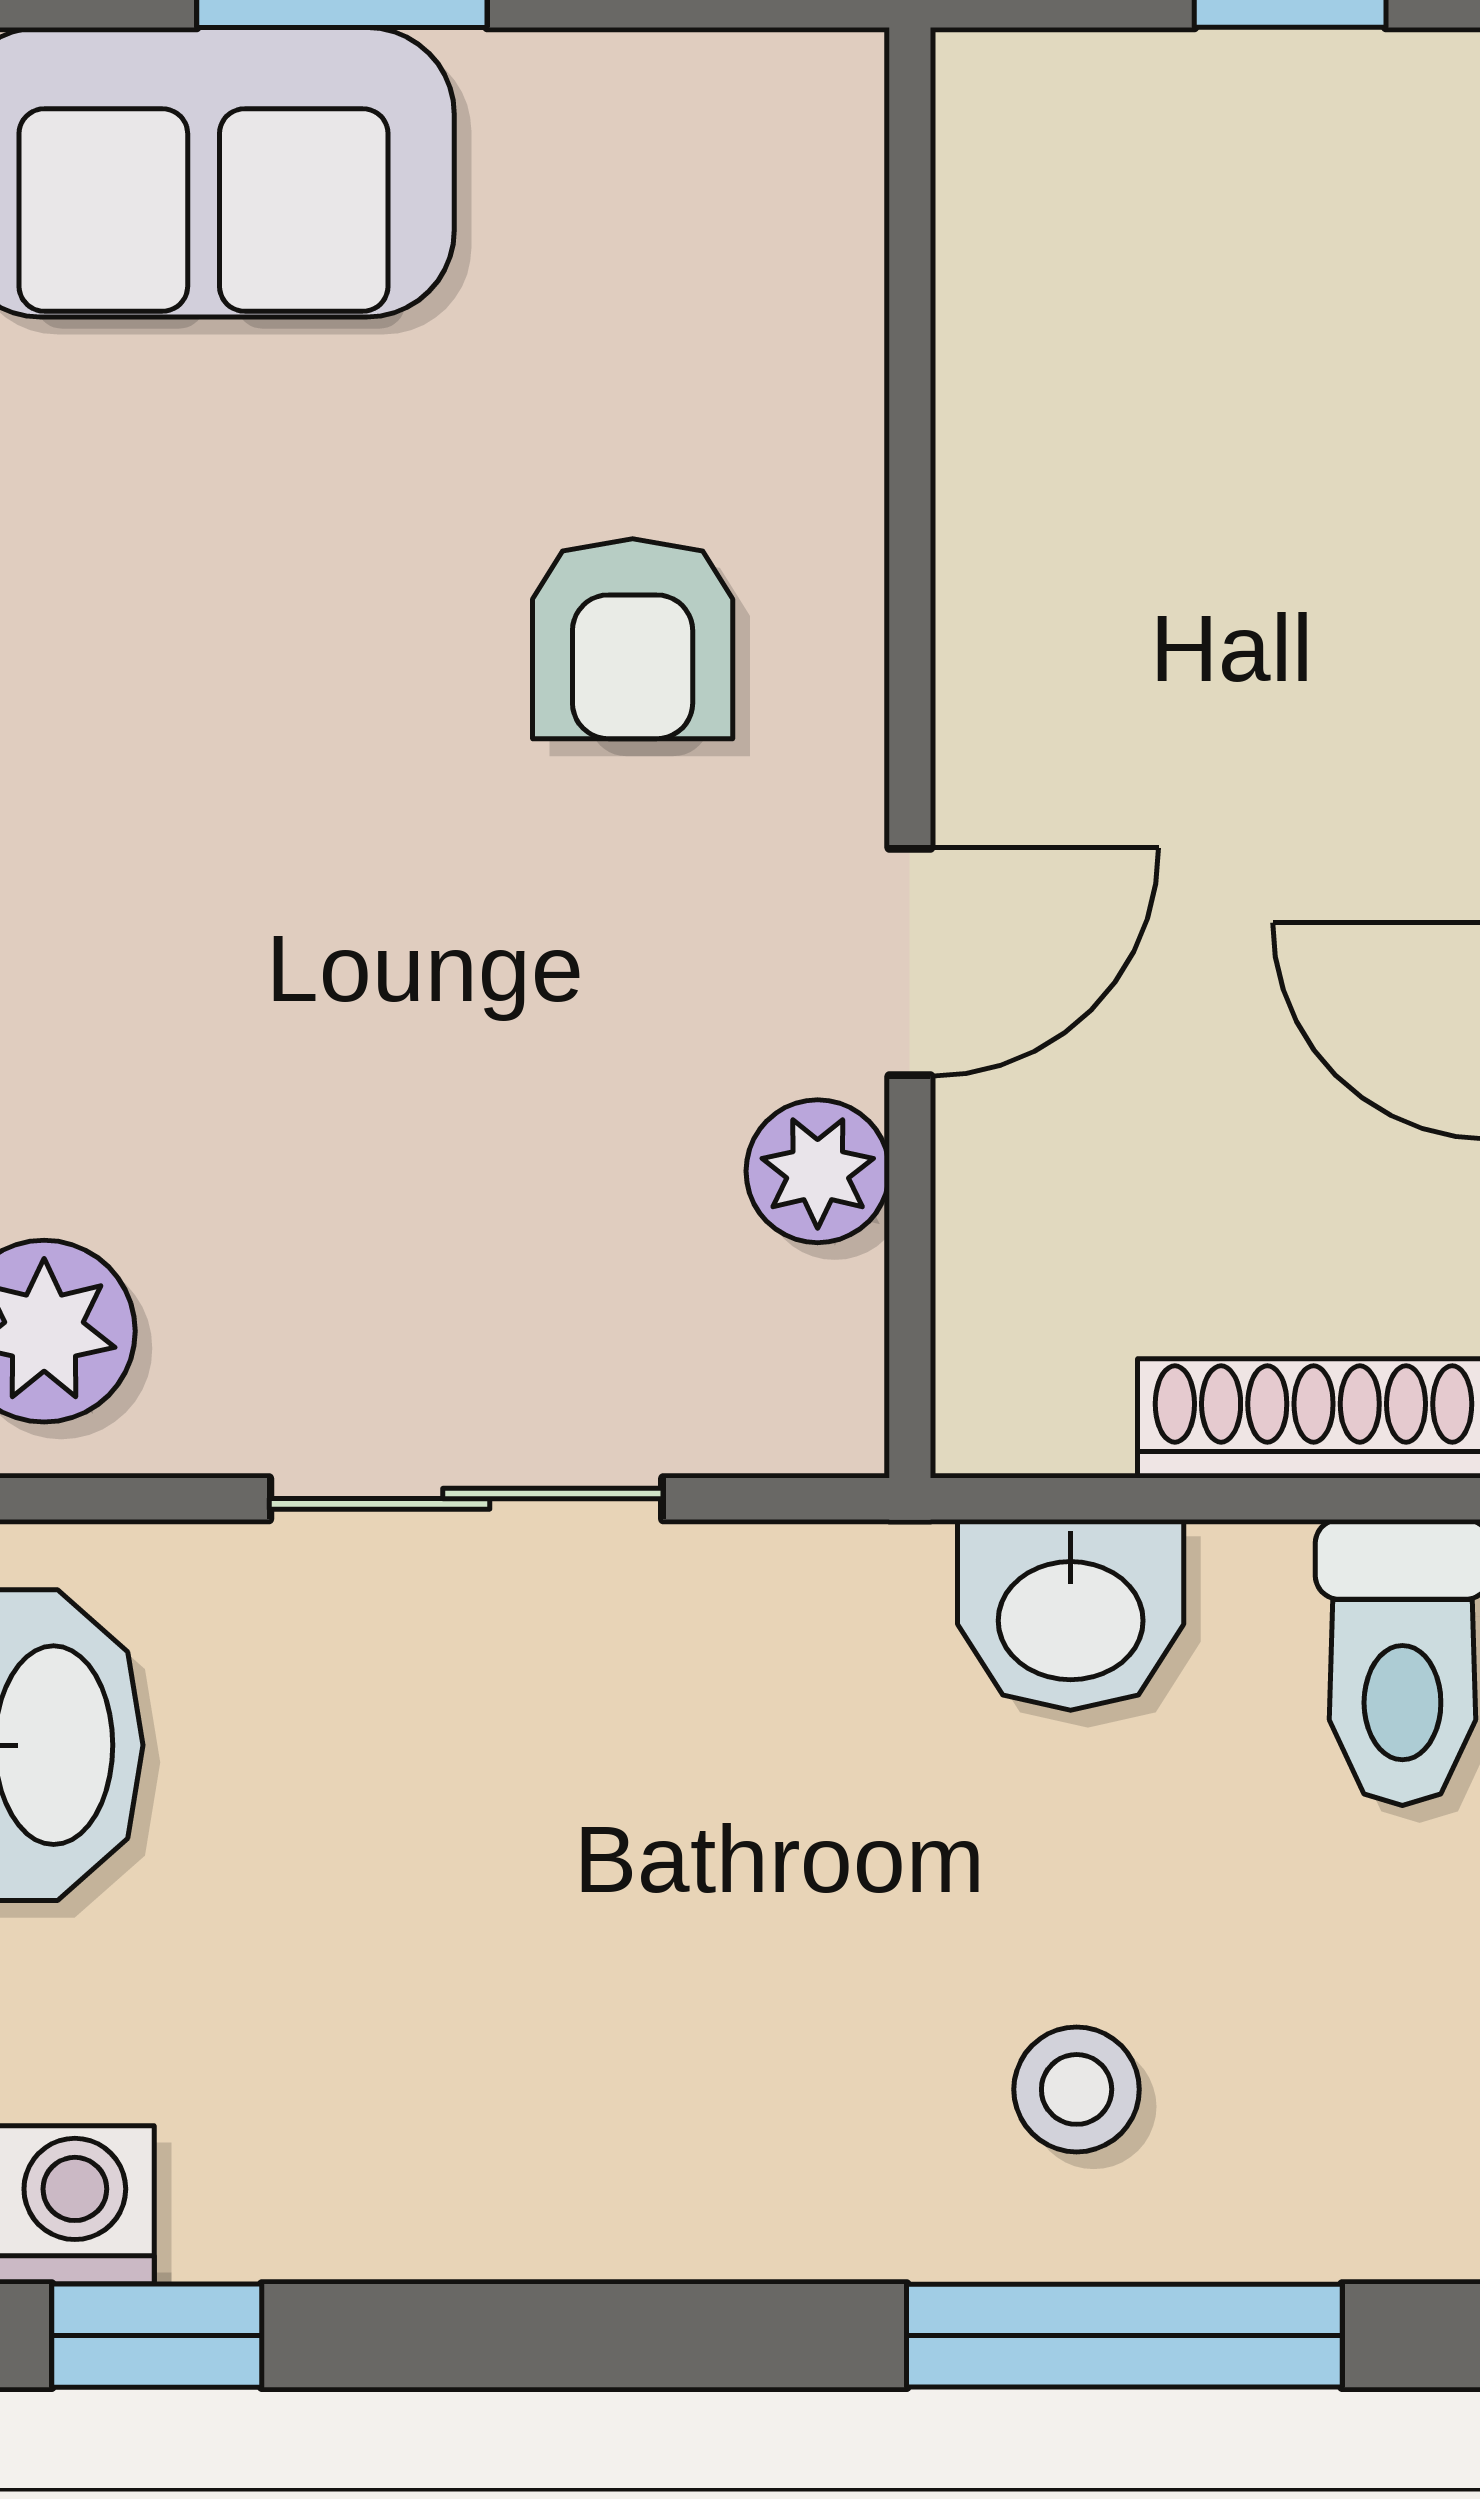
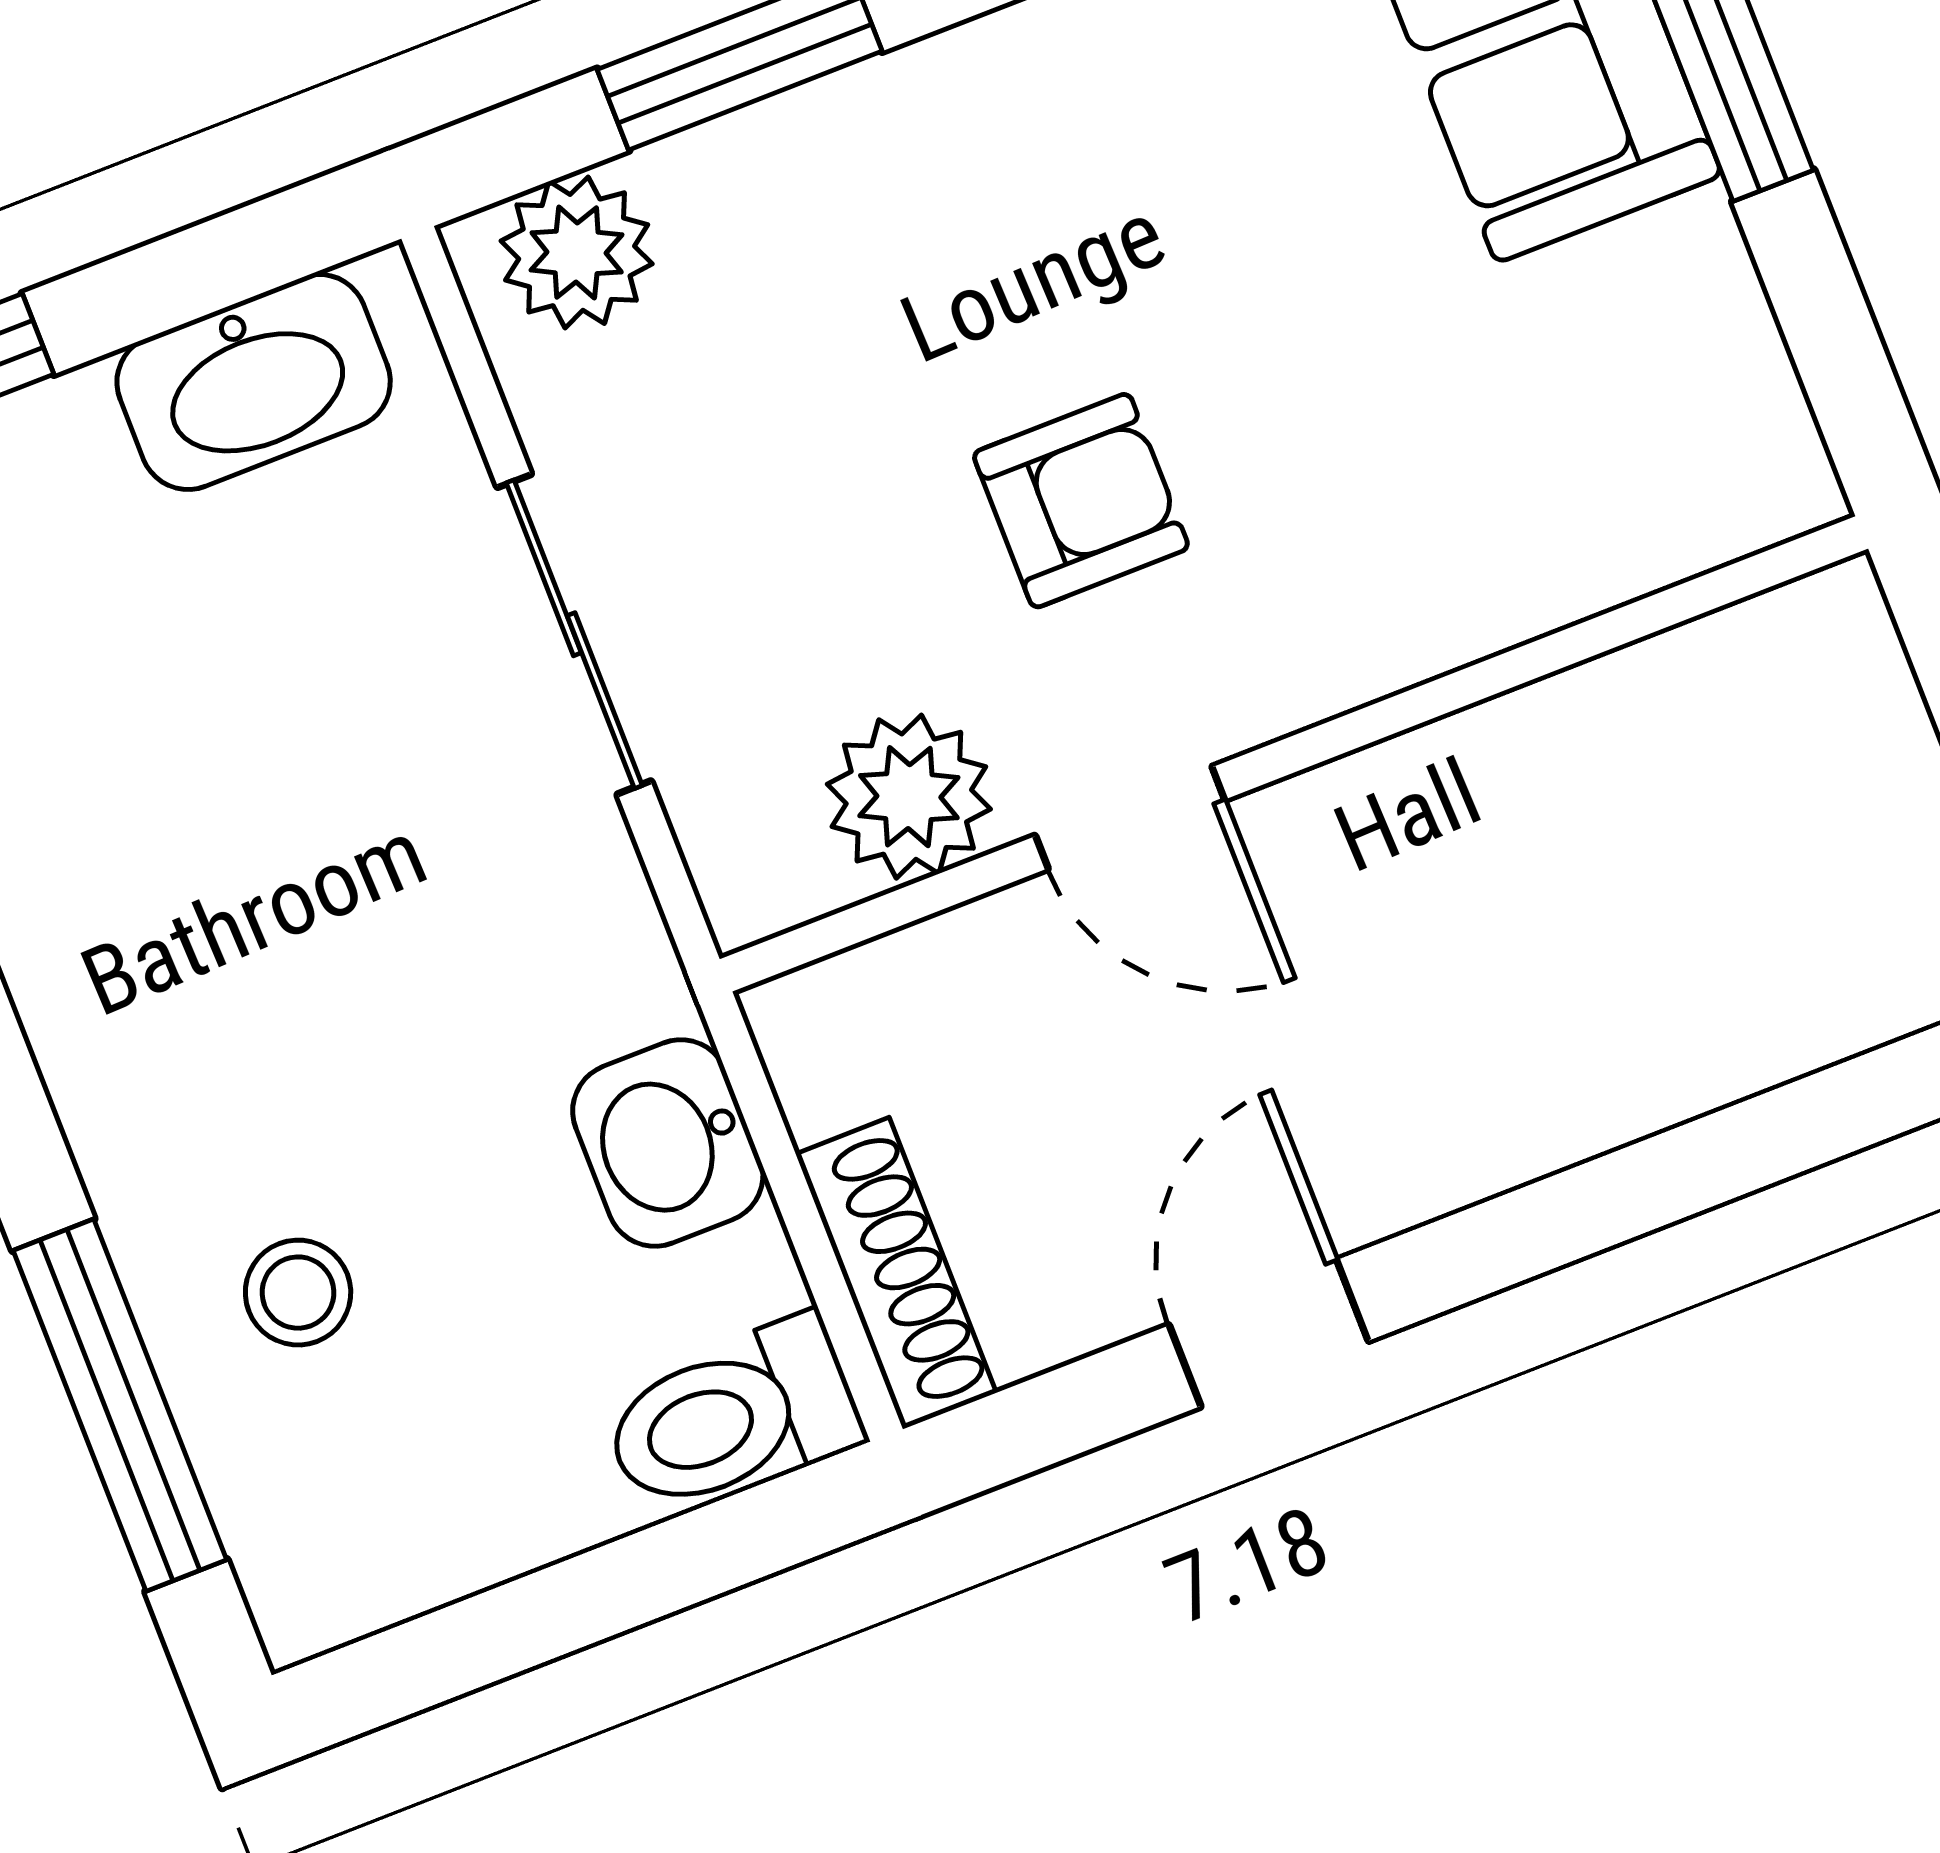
armchair: (633, 639) -> (1081, 501), moved, turned 180
plant: (818, 1171) -> (909, 797), width x1.38, depth x1.38

